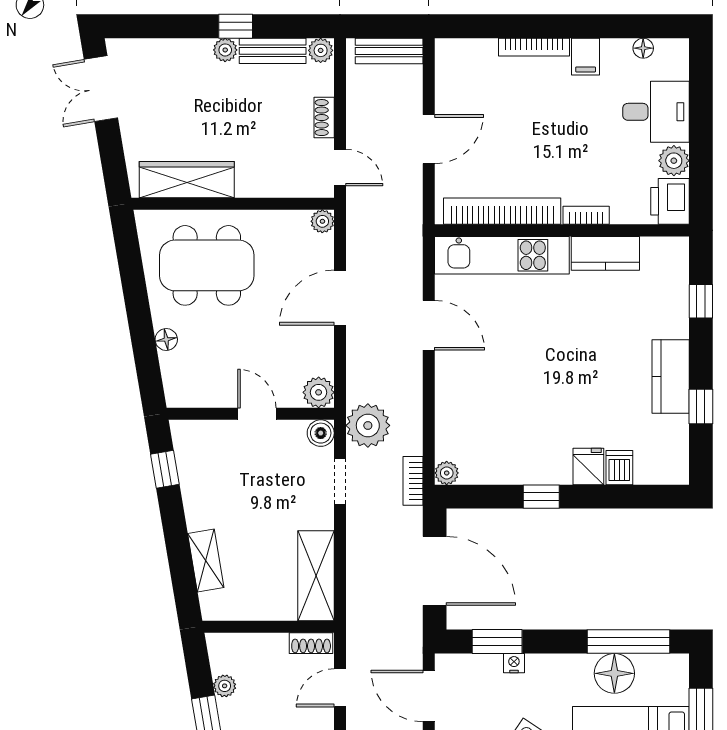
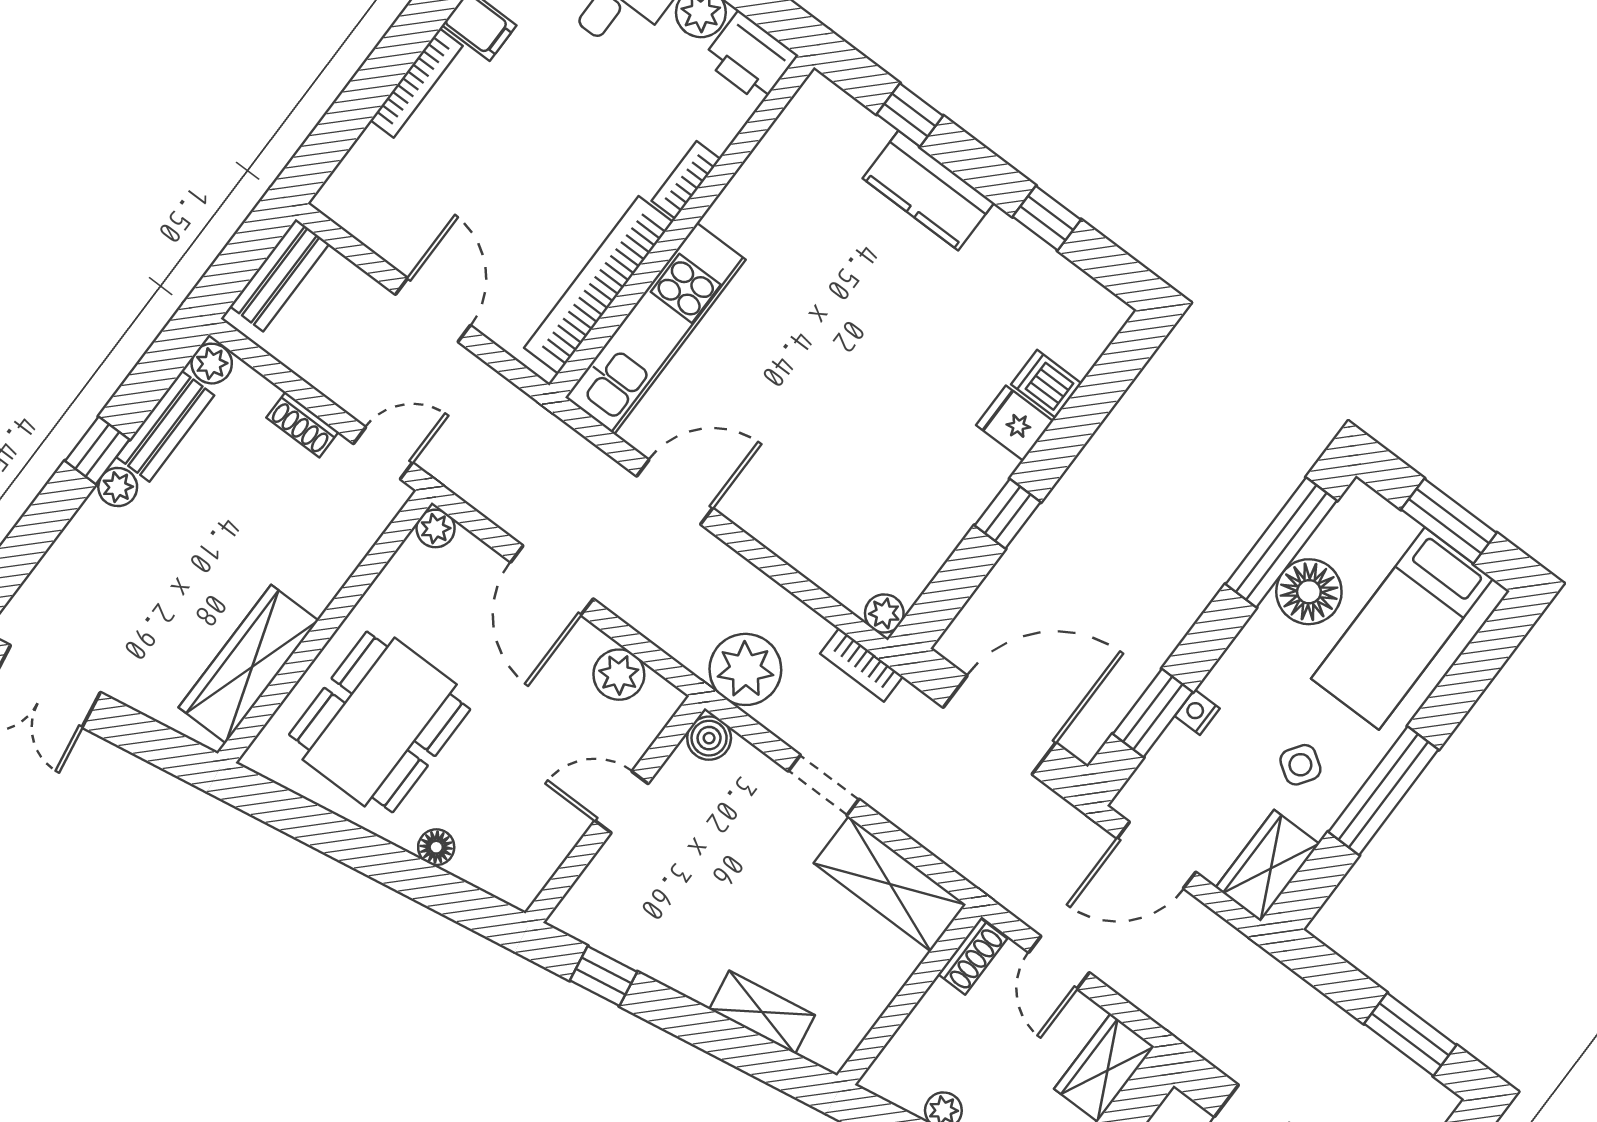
kitchen counter: (605, 253) -> (754, 192), removed
kitchen counter: (671, 376) -> (928, 191), moved
plant: (319, 392) -> (619, 675), moved
doorway: (340, 481) -> (824, 785), moved

